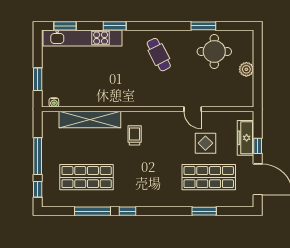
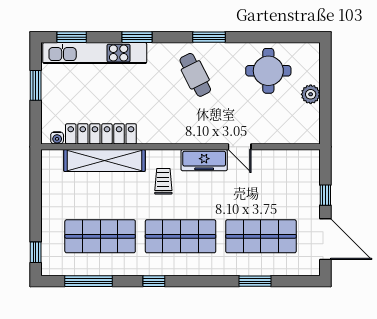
window: (203, 26) -> (209, 37), moved
window: (38, 79) -> (36, 85), moved
locker: (87, 99) -> (101, 134), added
freezer: (245, 138) -> (204, 160), moved, turned -90
display table: (205, 143) -> (257, 192), removed
window: (38, 156) -> (36, 209), removed
shop shelf: (148, 177) -> (181, 236), added
window: (92, 211) -> (88, 281), moved

